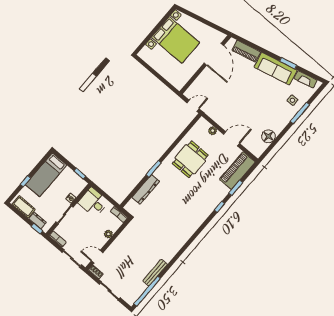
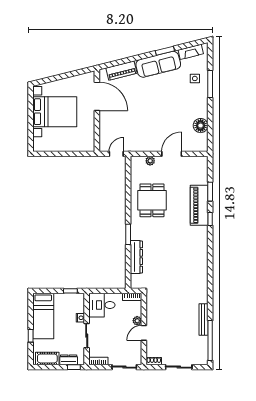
piano: (237, 171) -> (199, 205), moved
door: (97, 257) -> (144, 333), moved

